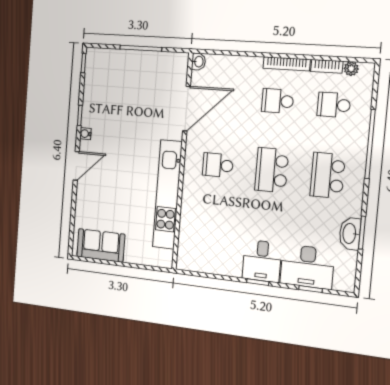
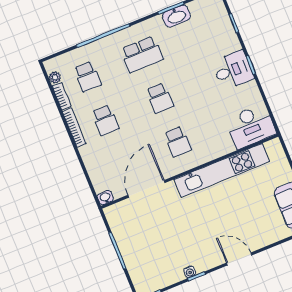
door: (187, 109) -> (146, 189), hinge flipped
water cooler: (85, 134) -> (190, 272), moved
school desk: (272, 170) -> (160, 98), width x0.54
desk: (307, 267) -> (251, 126), moved, turned 90

